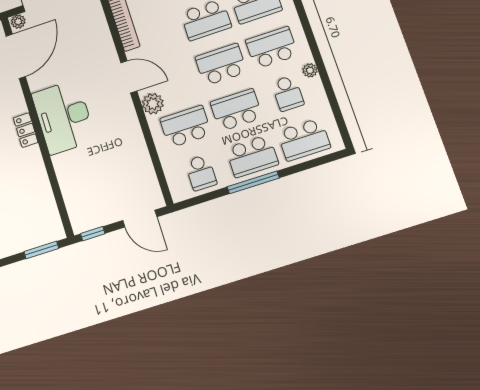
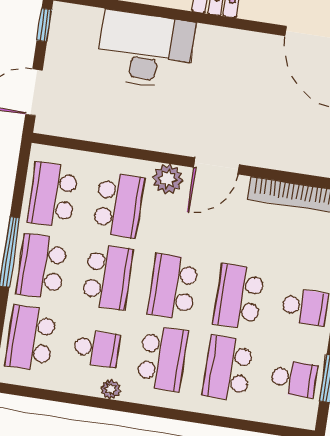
school desk: (221, 65) -> (173, 287), turned 180
school desk: (288, 93) -> (97, 348), turned 180
desk: (64, 117) -> (146, 50), moved
school desk: (201, 173) -> (53, 195), width x1.85

